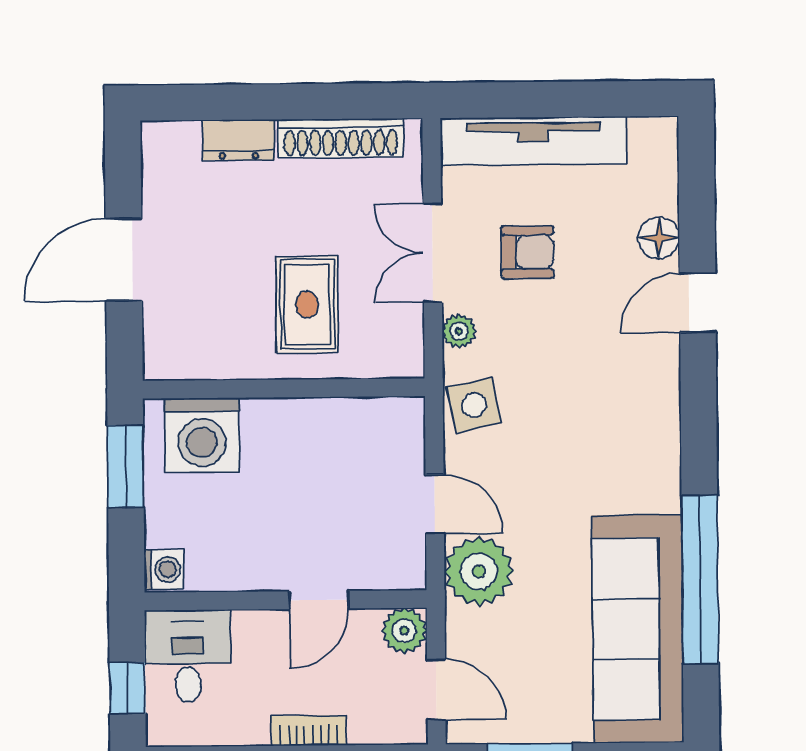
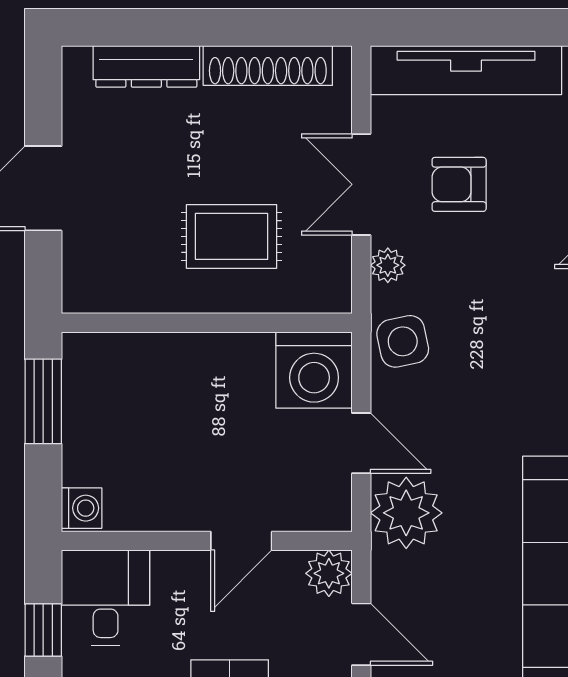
dresser: (239, 140) -> (146, 66), width x1.44
armchair: (527, 252) -> (459, 184), turned 180
rug: (307, 304) -> (232, 236), turned 90
washing machine: (202, 435) -> (314, 370), moved

